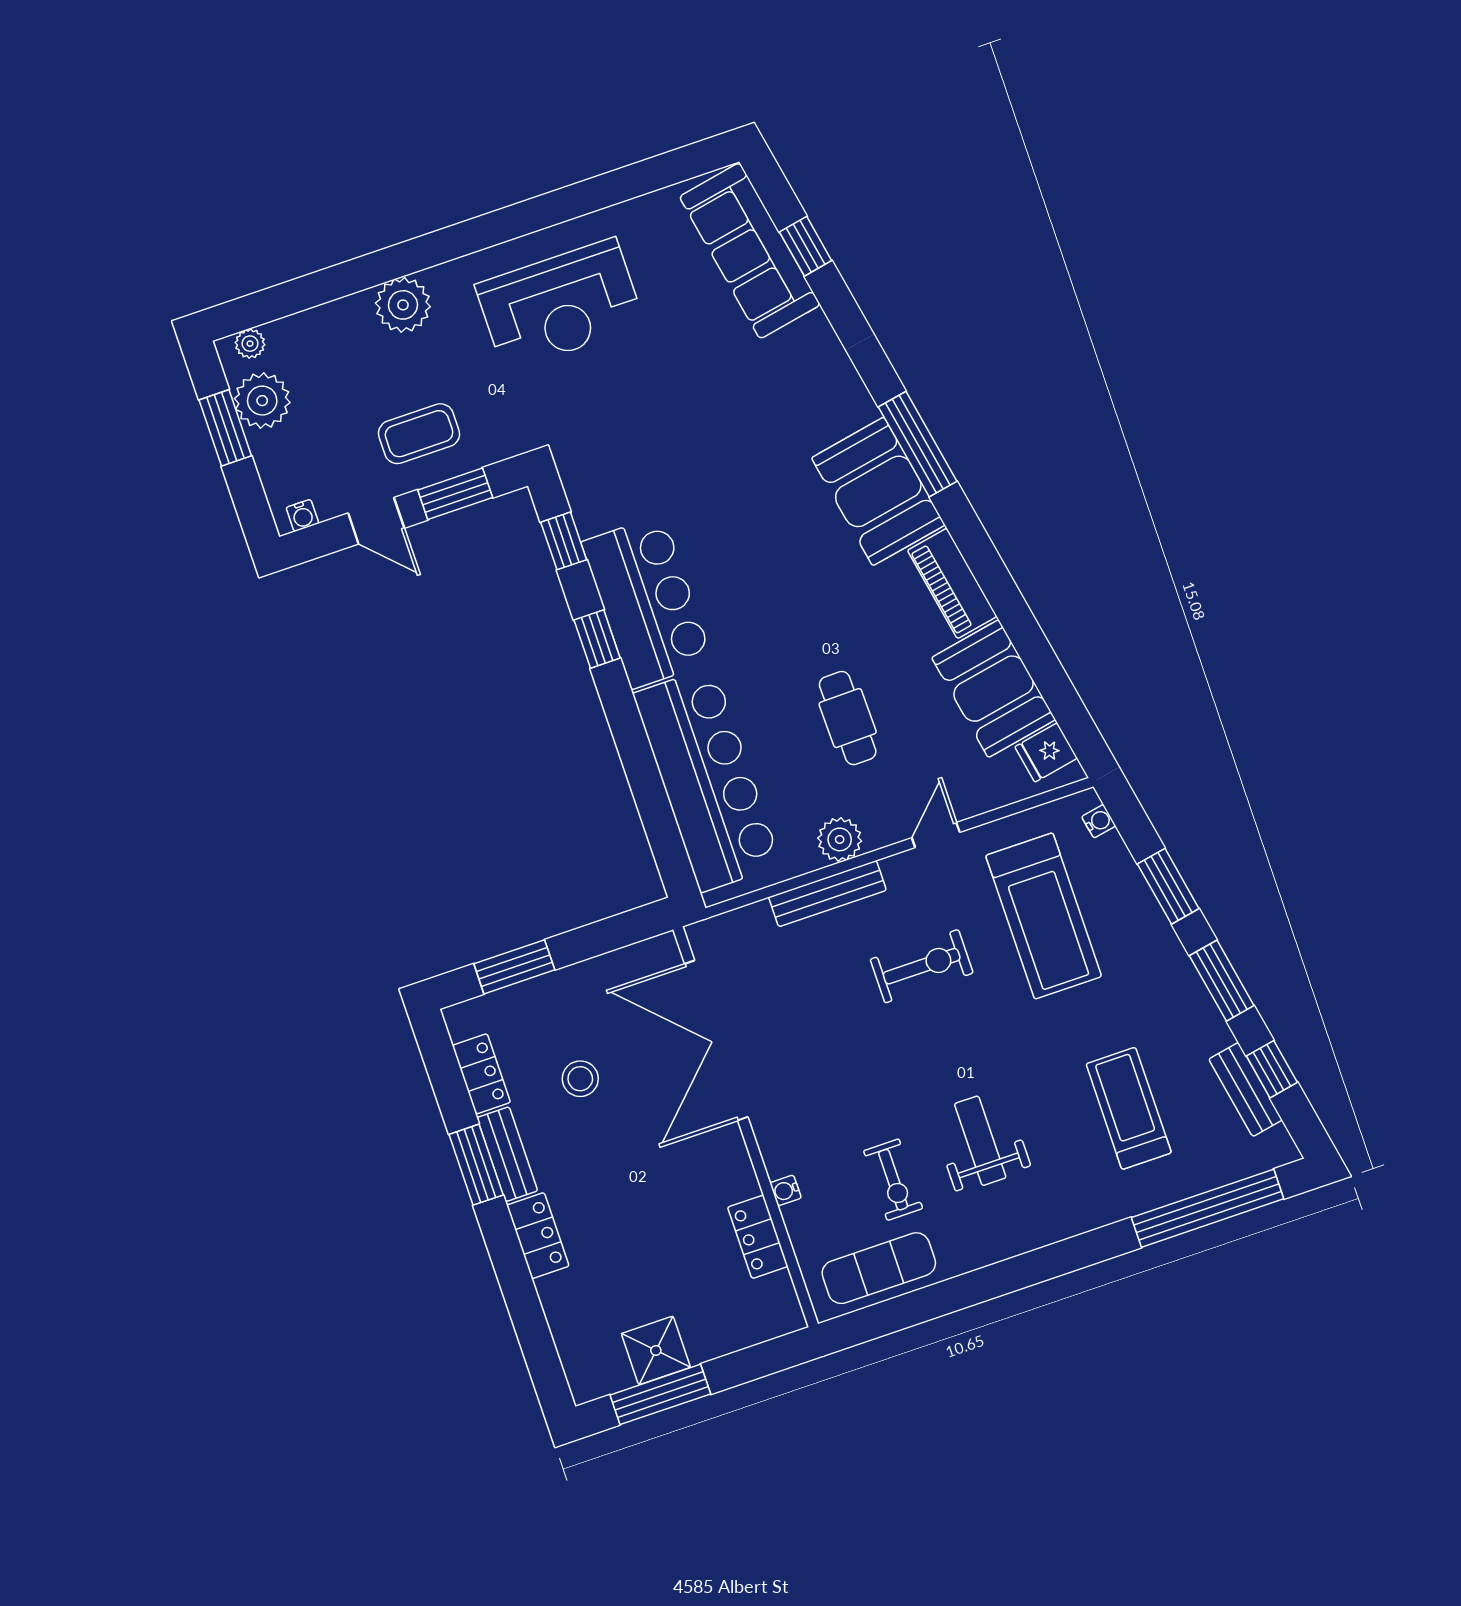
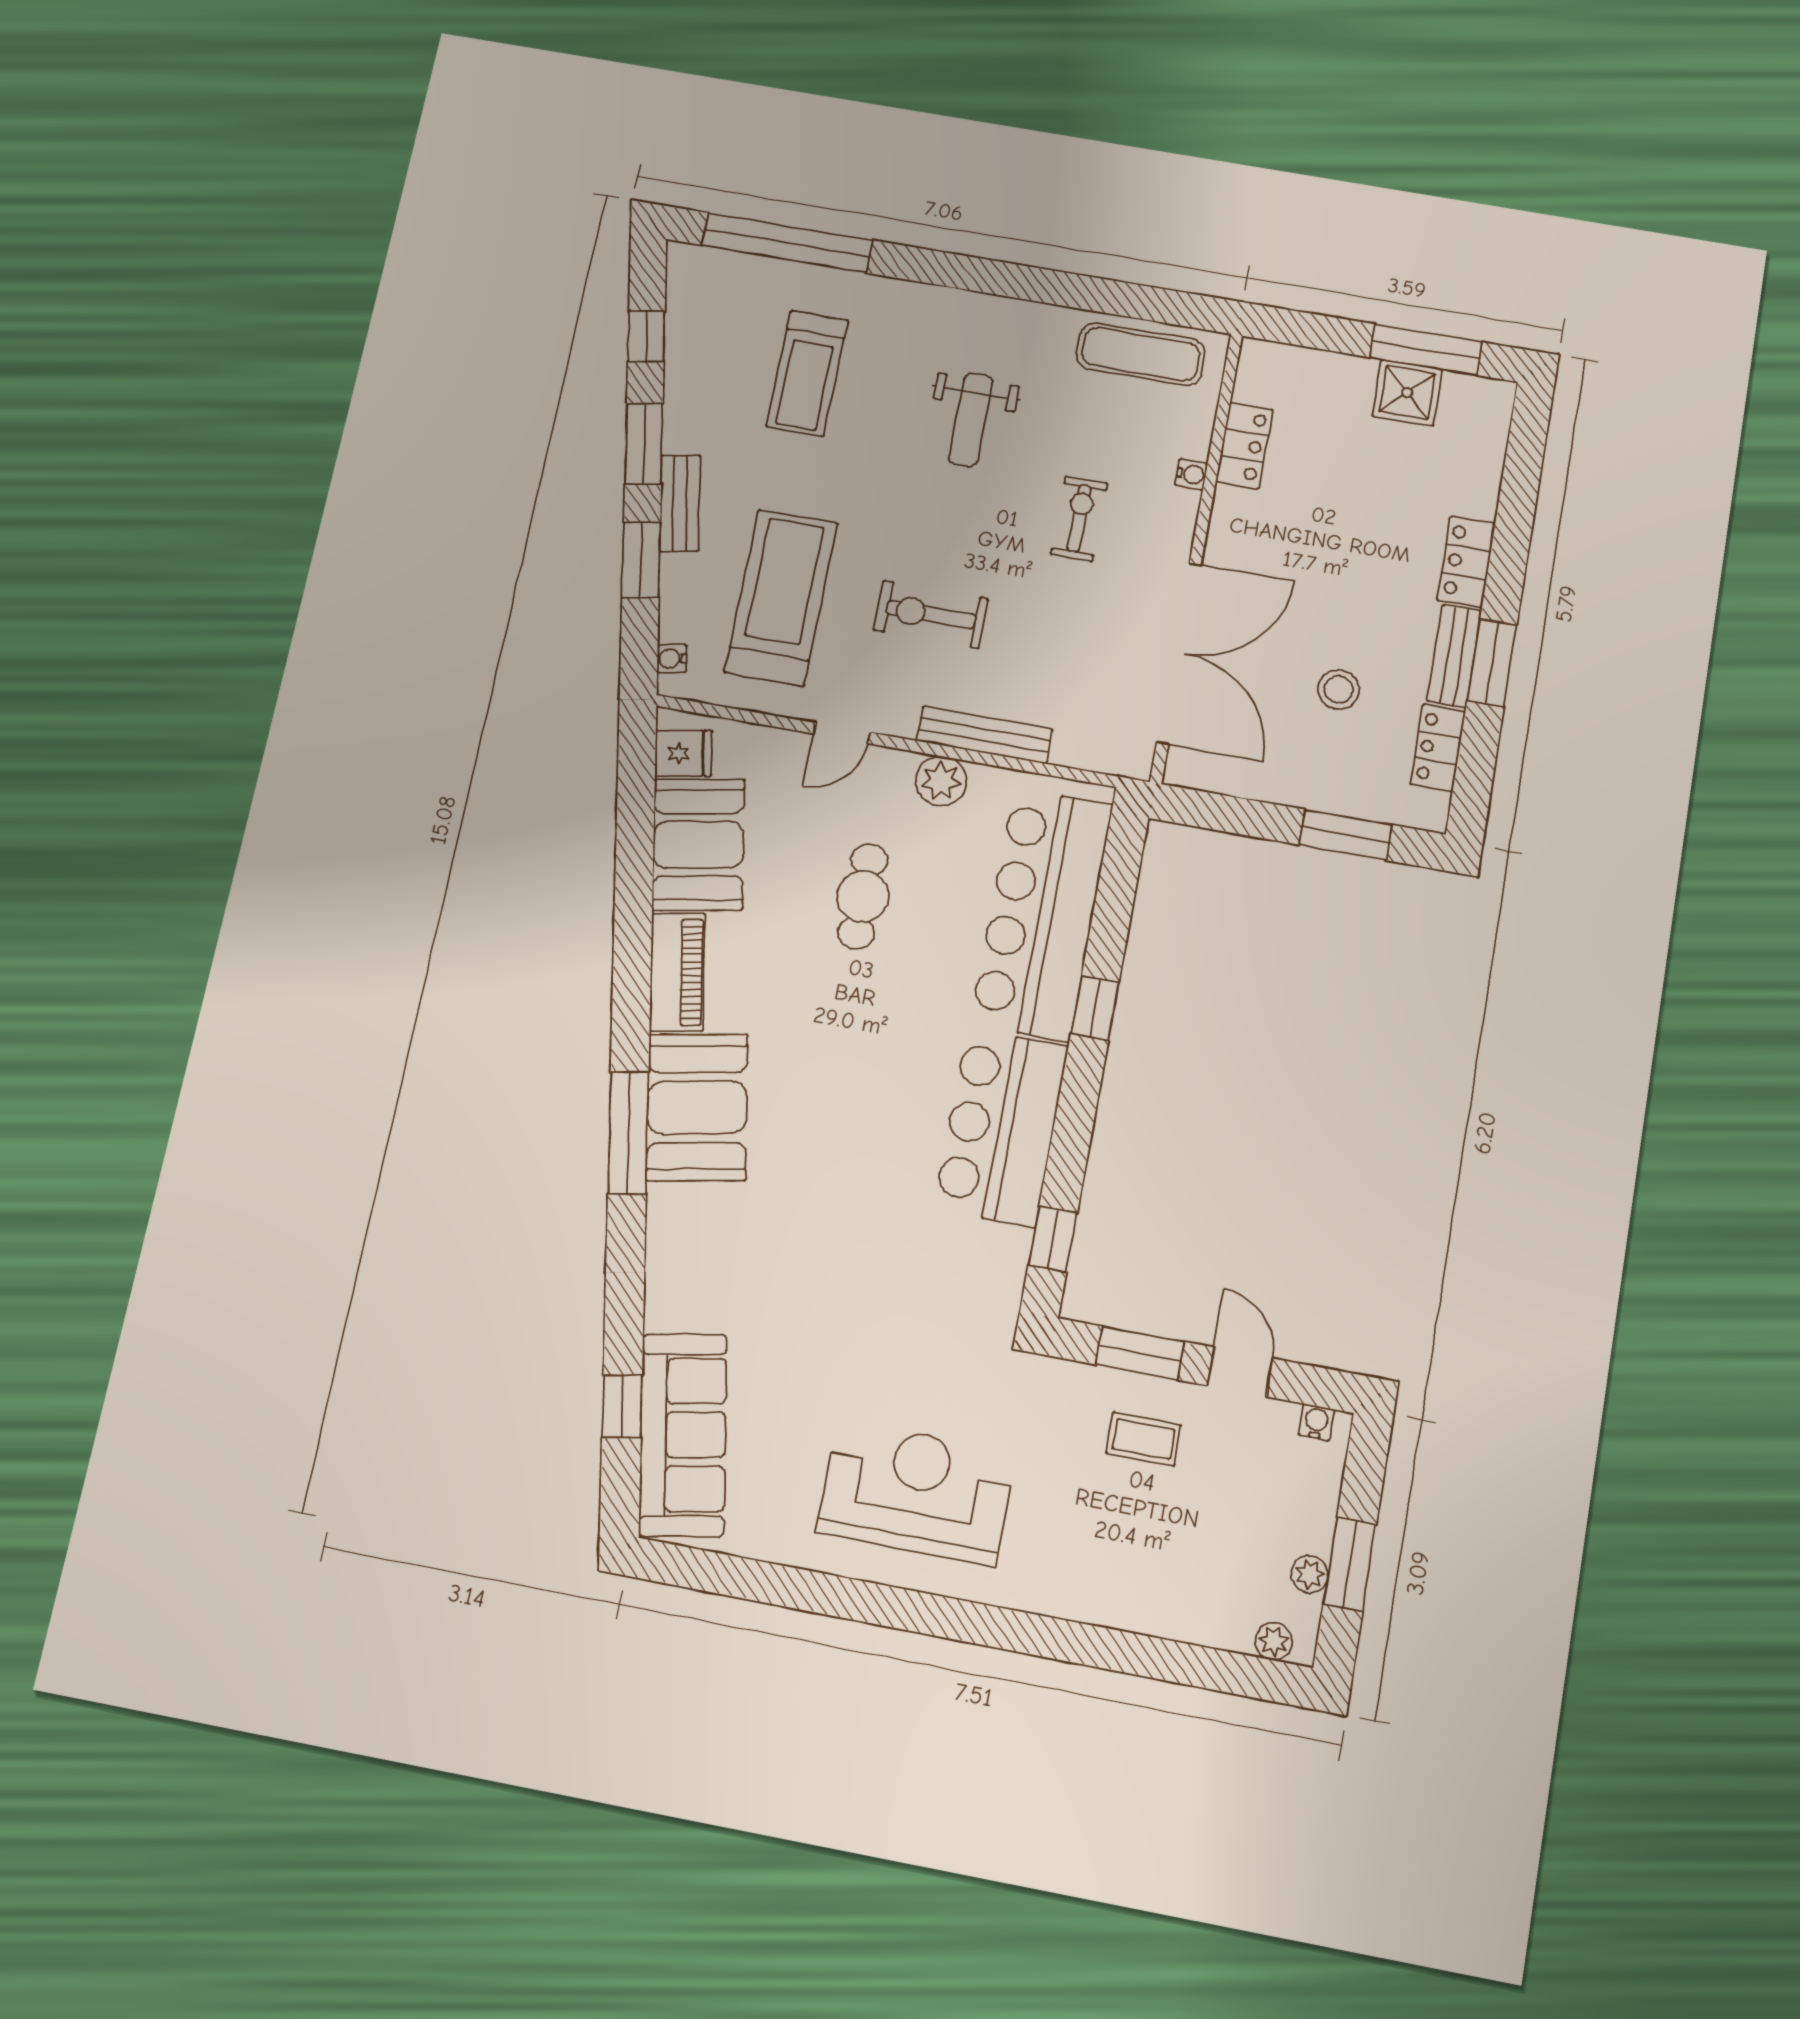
plant: (403, 305) -> (1085, 1589), removed
plant: (262, 401) -> (1310, 1574), width x0.53, depth x0.53
coffee table: (419, 434) -> (1143, 1439), width x0.73, depth x0.77
window: (597, 639) -> (1095, 1008), moved
bench: (1246, 1090) -> (680, 503), moved
exercise bike: (893, 1180) -> (1079, 519), moved

